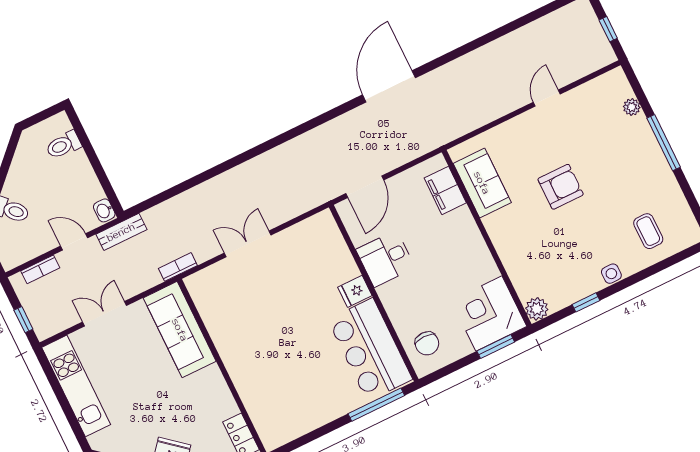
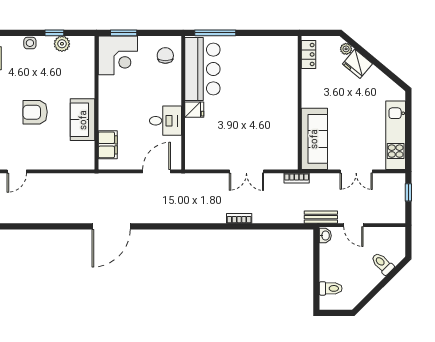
sofa: (482, 183) -> (83, 120), moved
bookcase: (40, 269) -> (239, 218), moved
plant: (537, 309) -> (62, 44), moved

